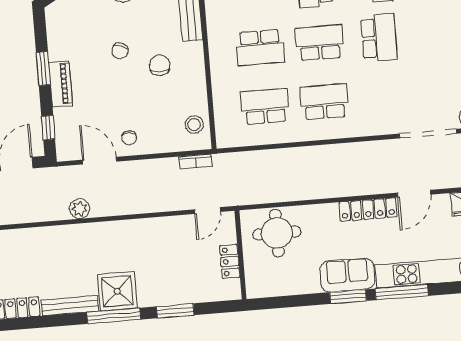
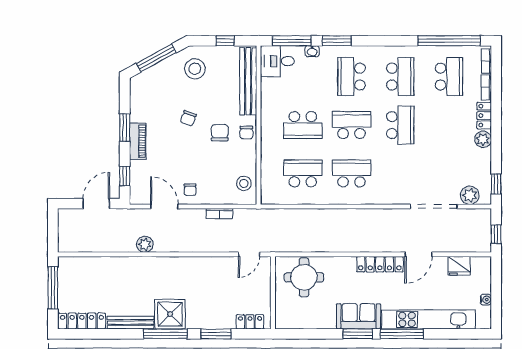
chair: (192, 62) -> (246, 133), added
bookcase: (196, 162) -> (219, 214), moved
locker: (230, 262) -> (250, 322), moved, turned 90

